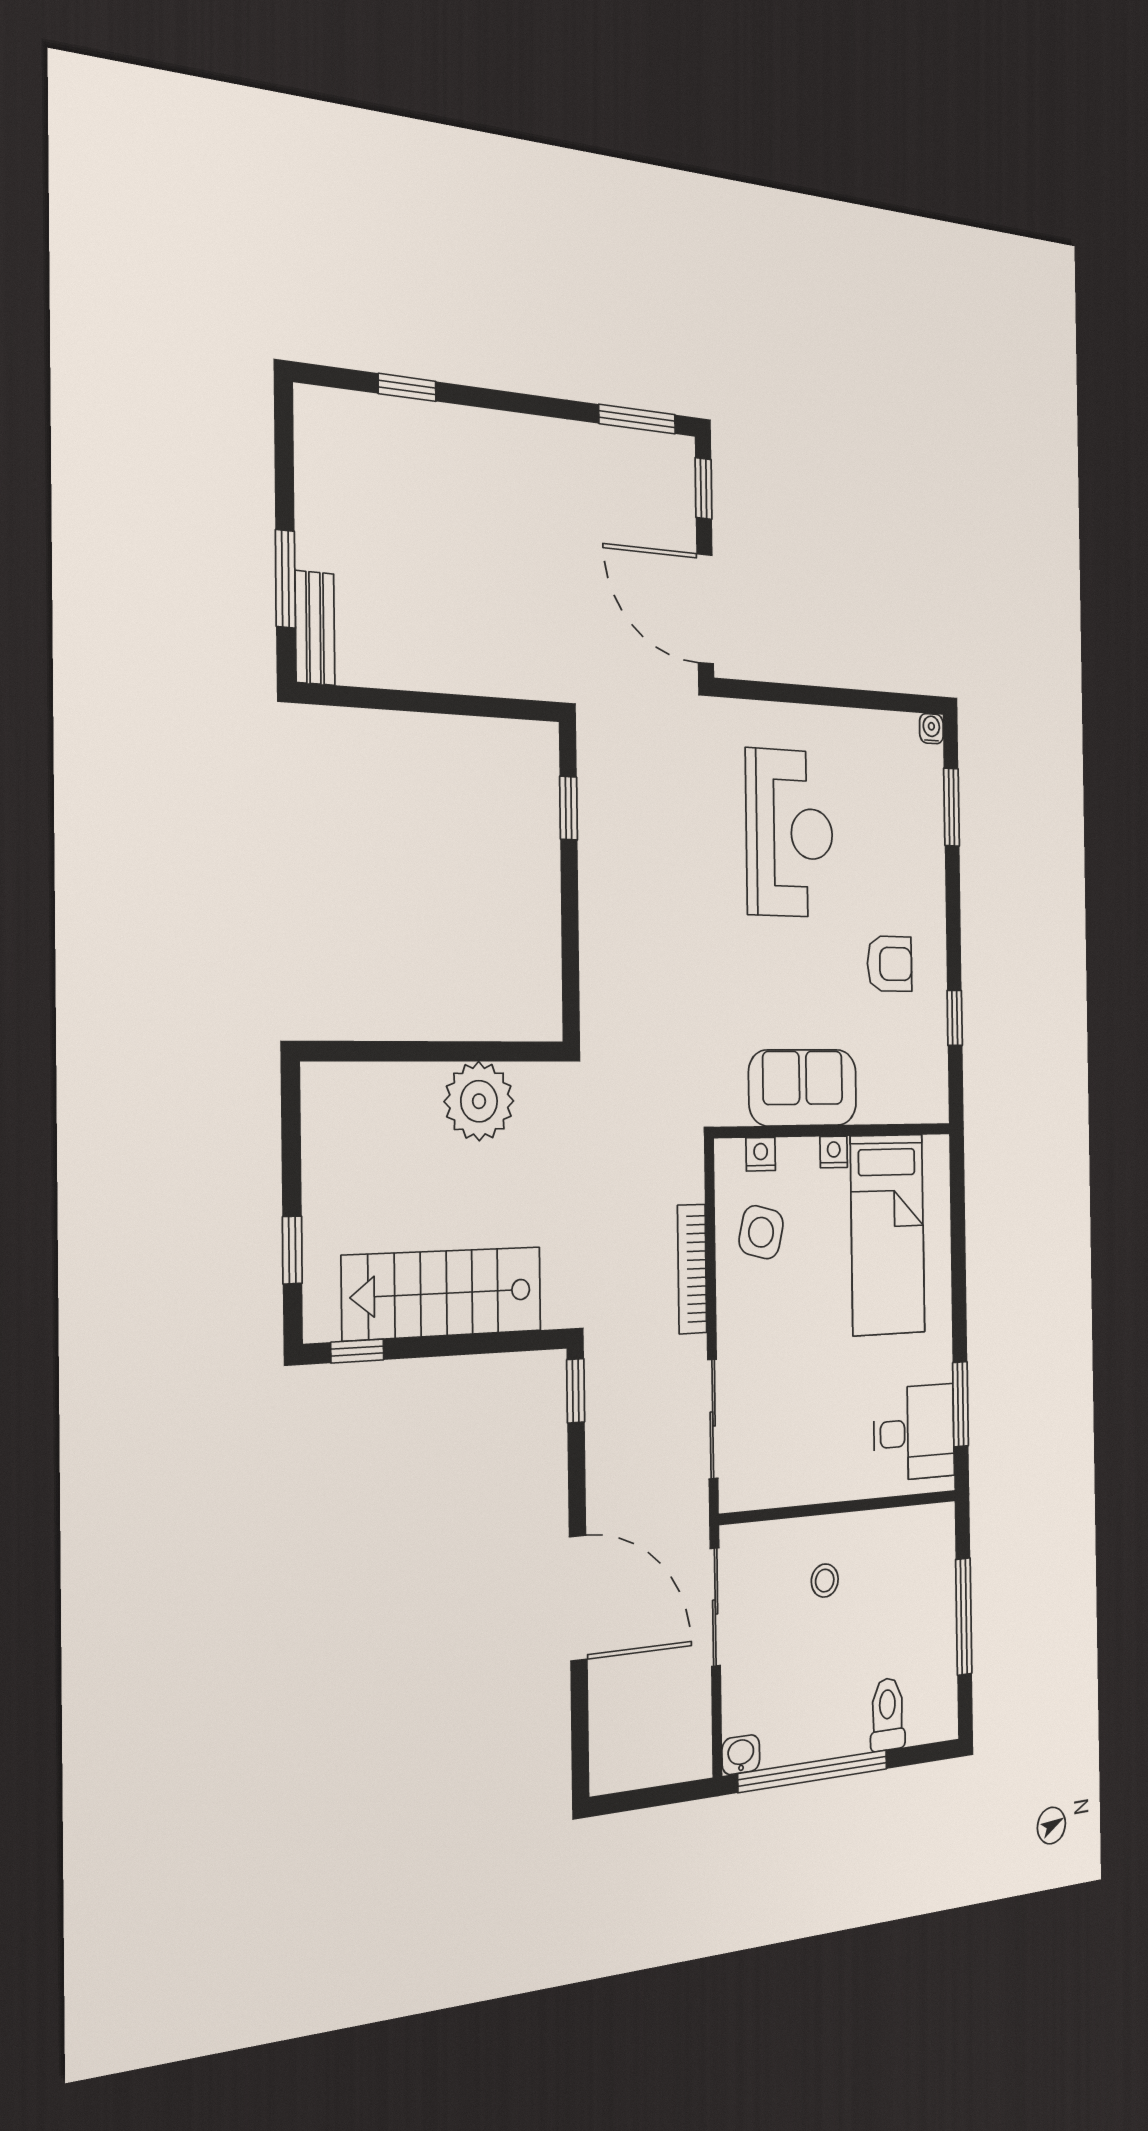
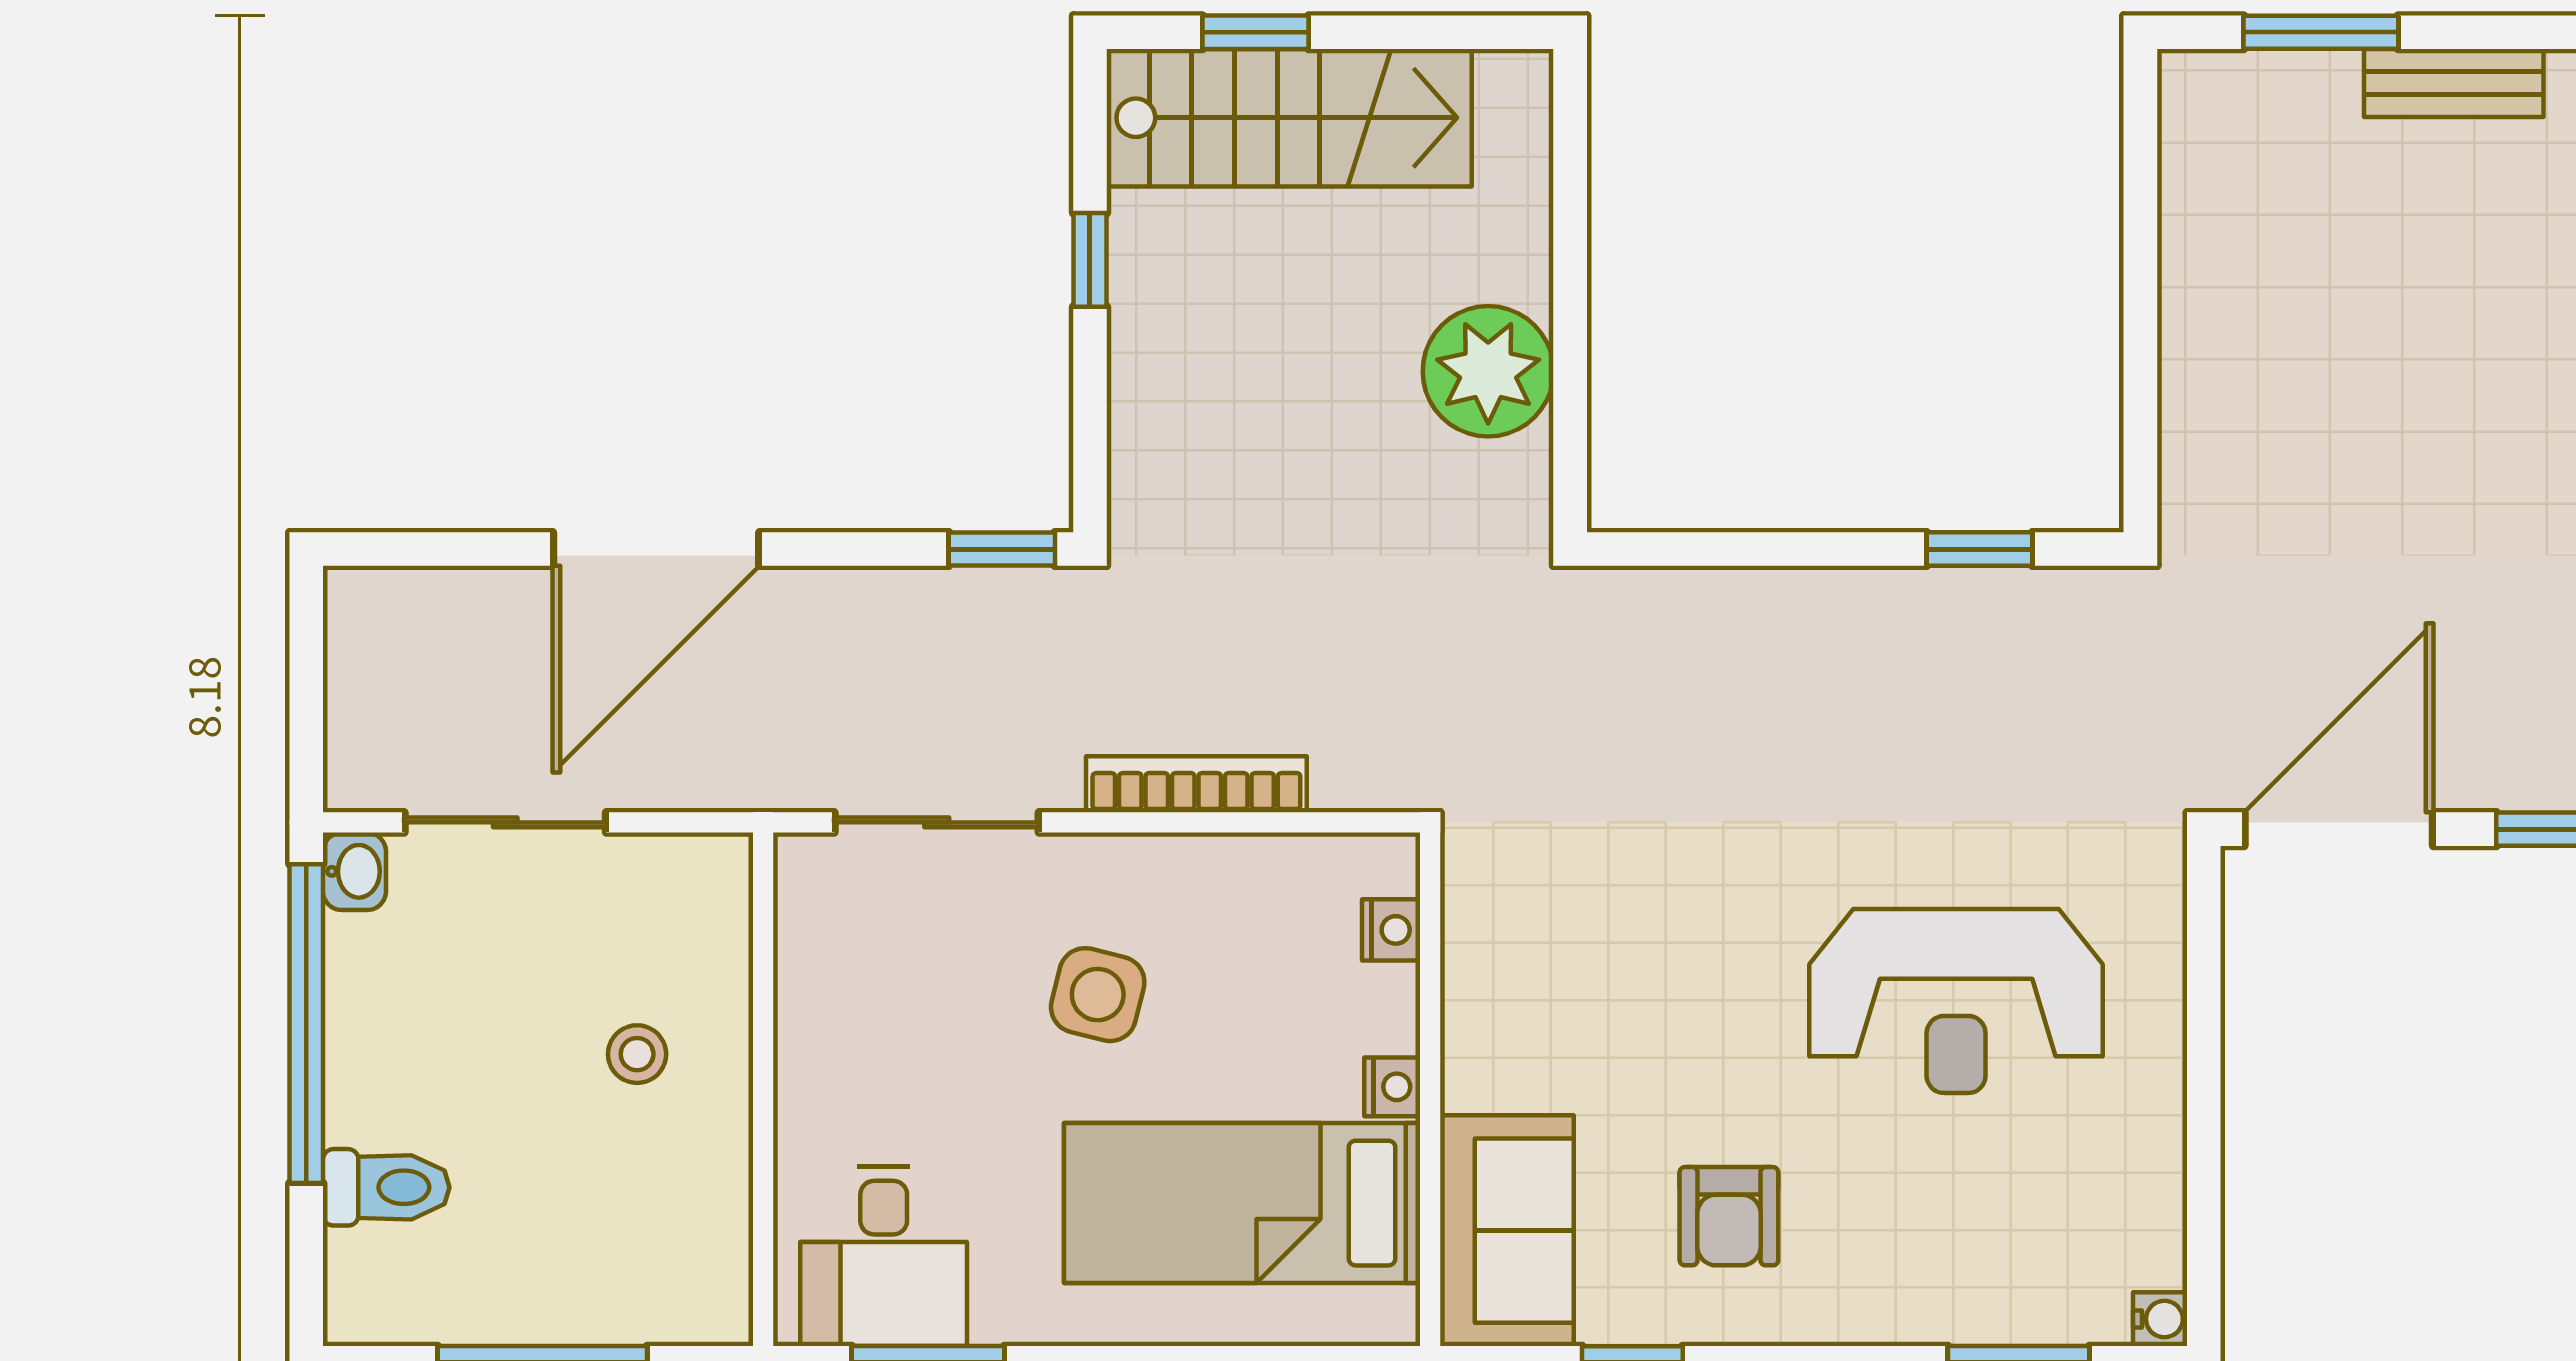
bench: (315, 628) -> (2454, 83), moved
sofa: (803, 1088) -> (1507, 1231), moved
side table: (761, 1232) -> (1098, 995), moved
stairs: (443, 1293) -> (1289, 118), moved, turned 90
window: (357, 1351) -> (1090, 260), moved
sliding door: (715, 1607) -> (505, 822), moved

